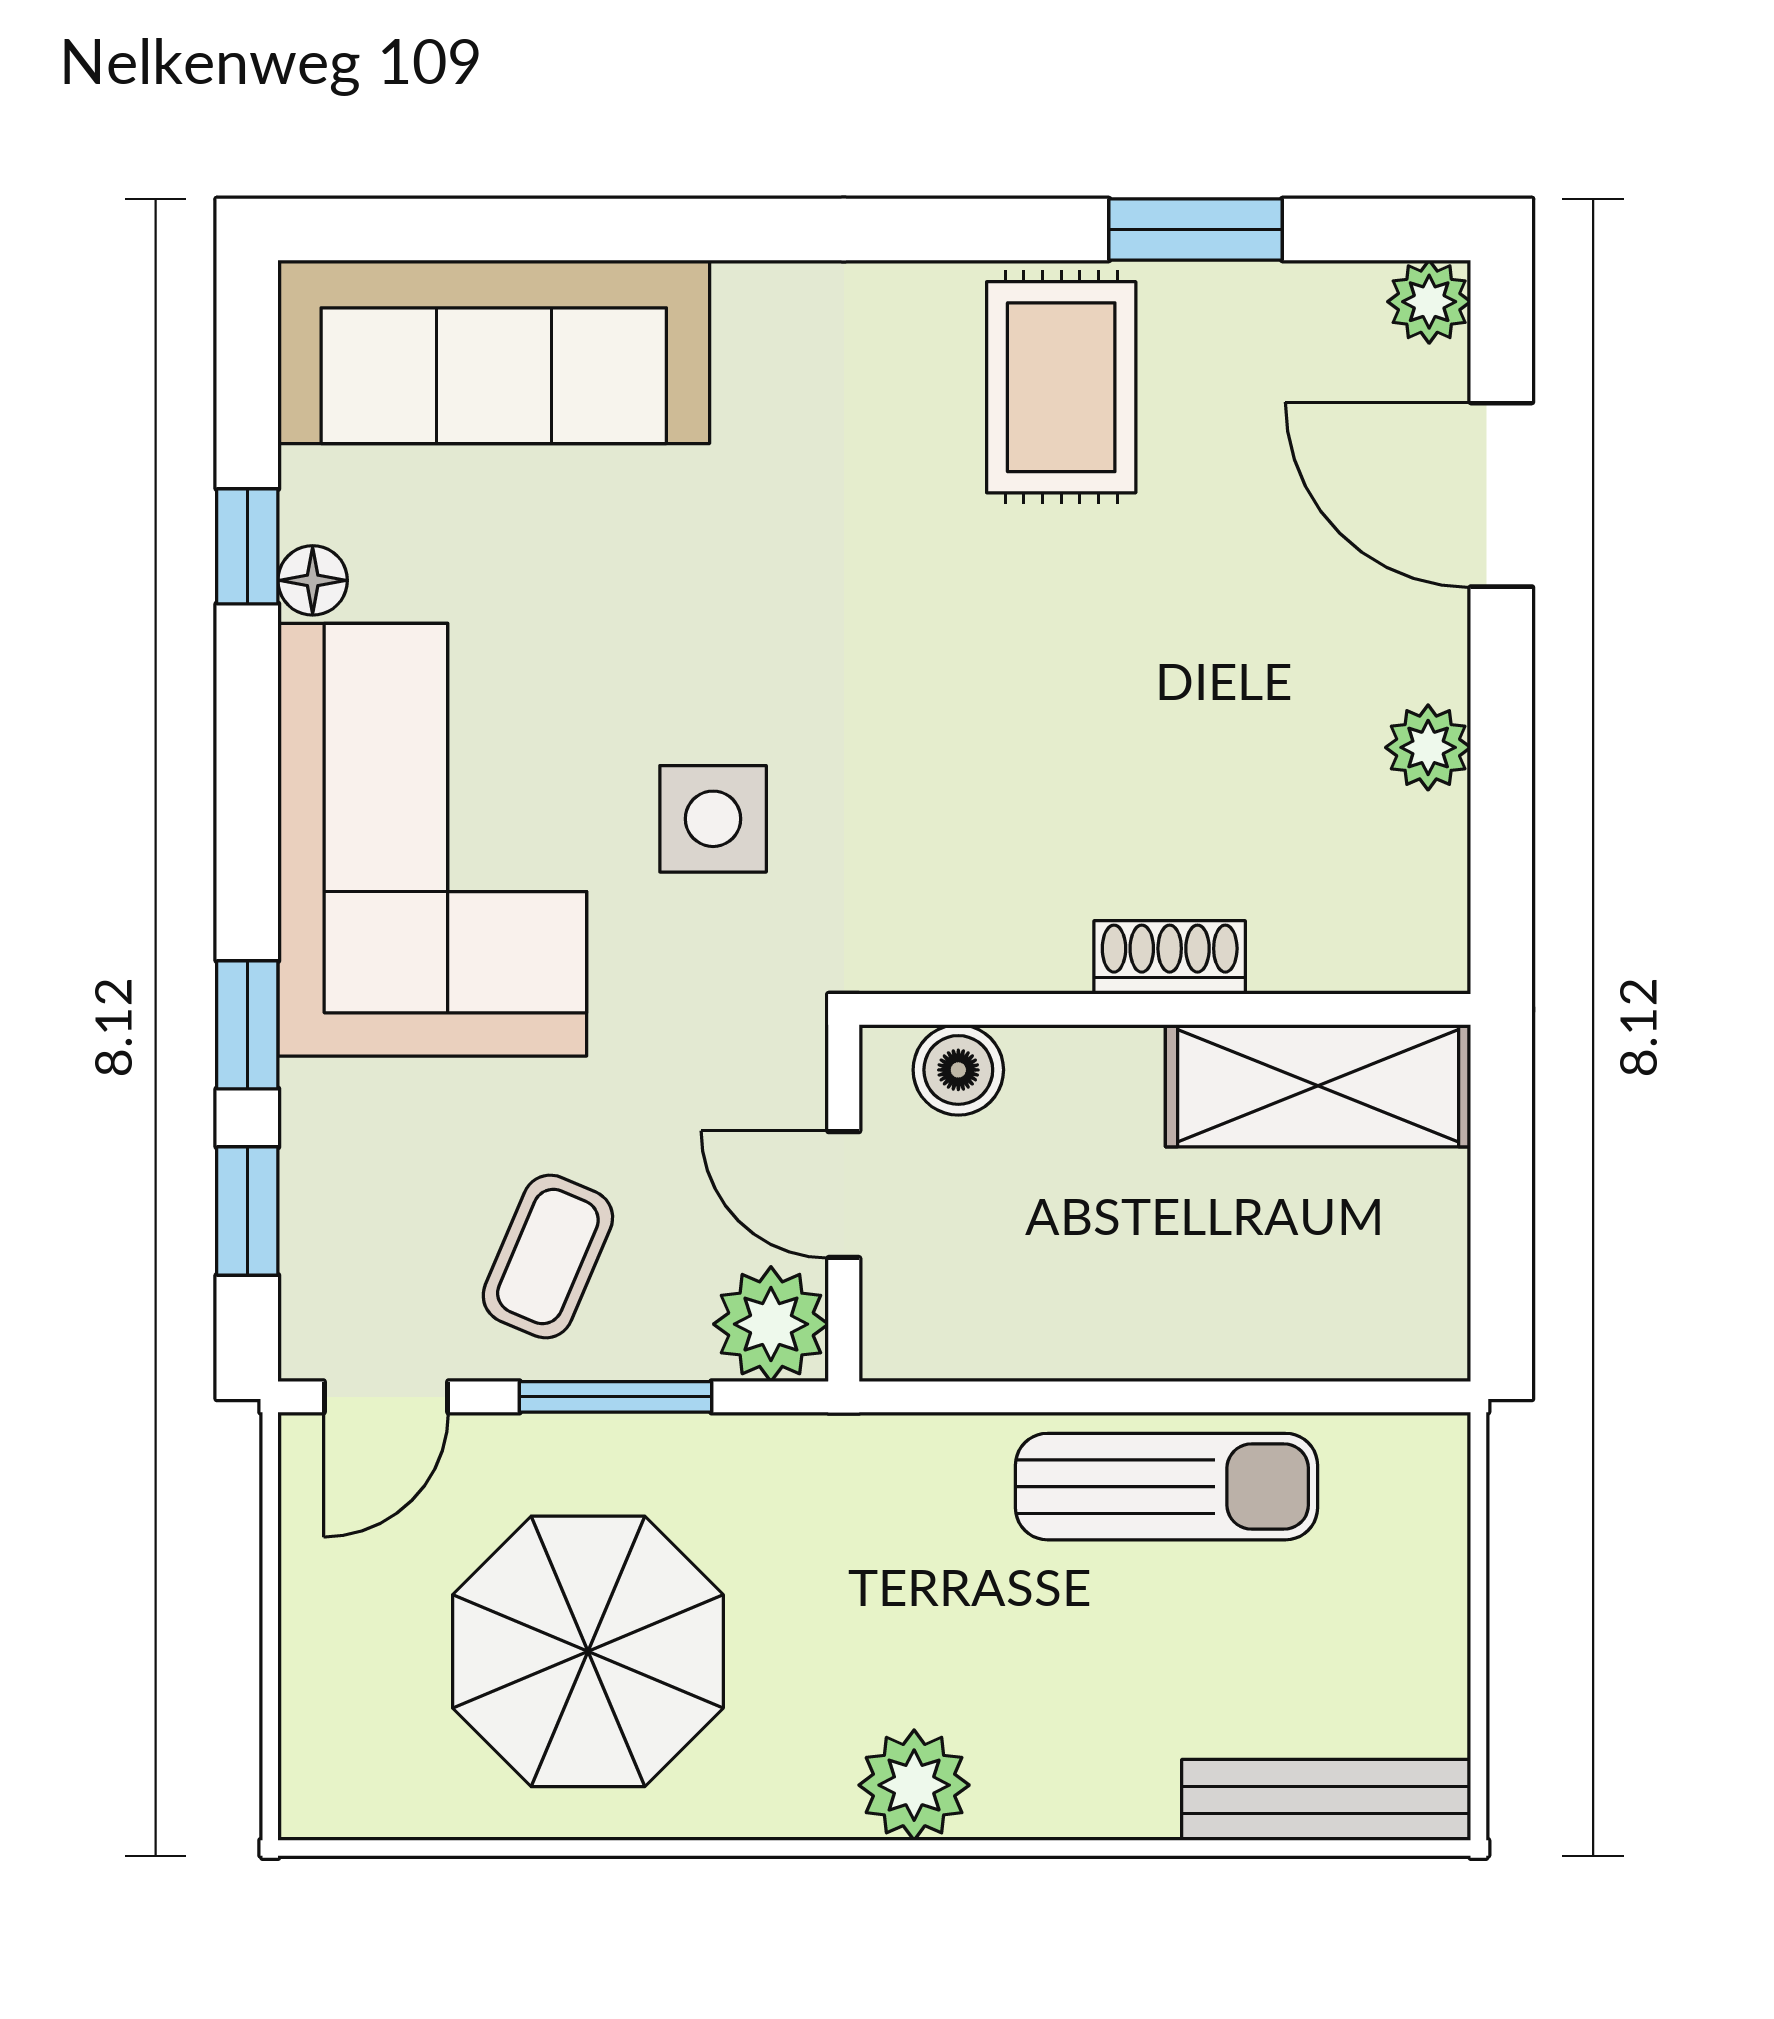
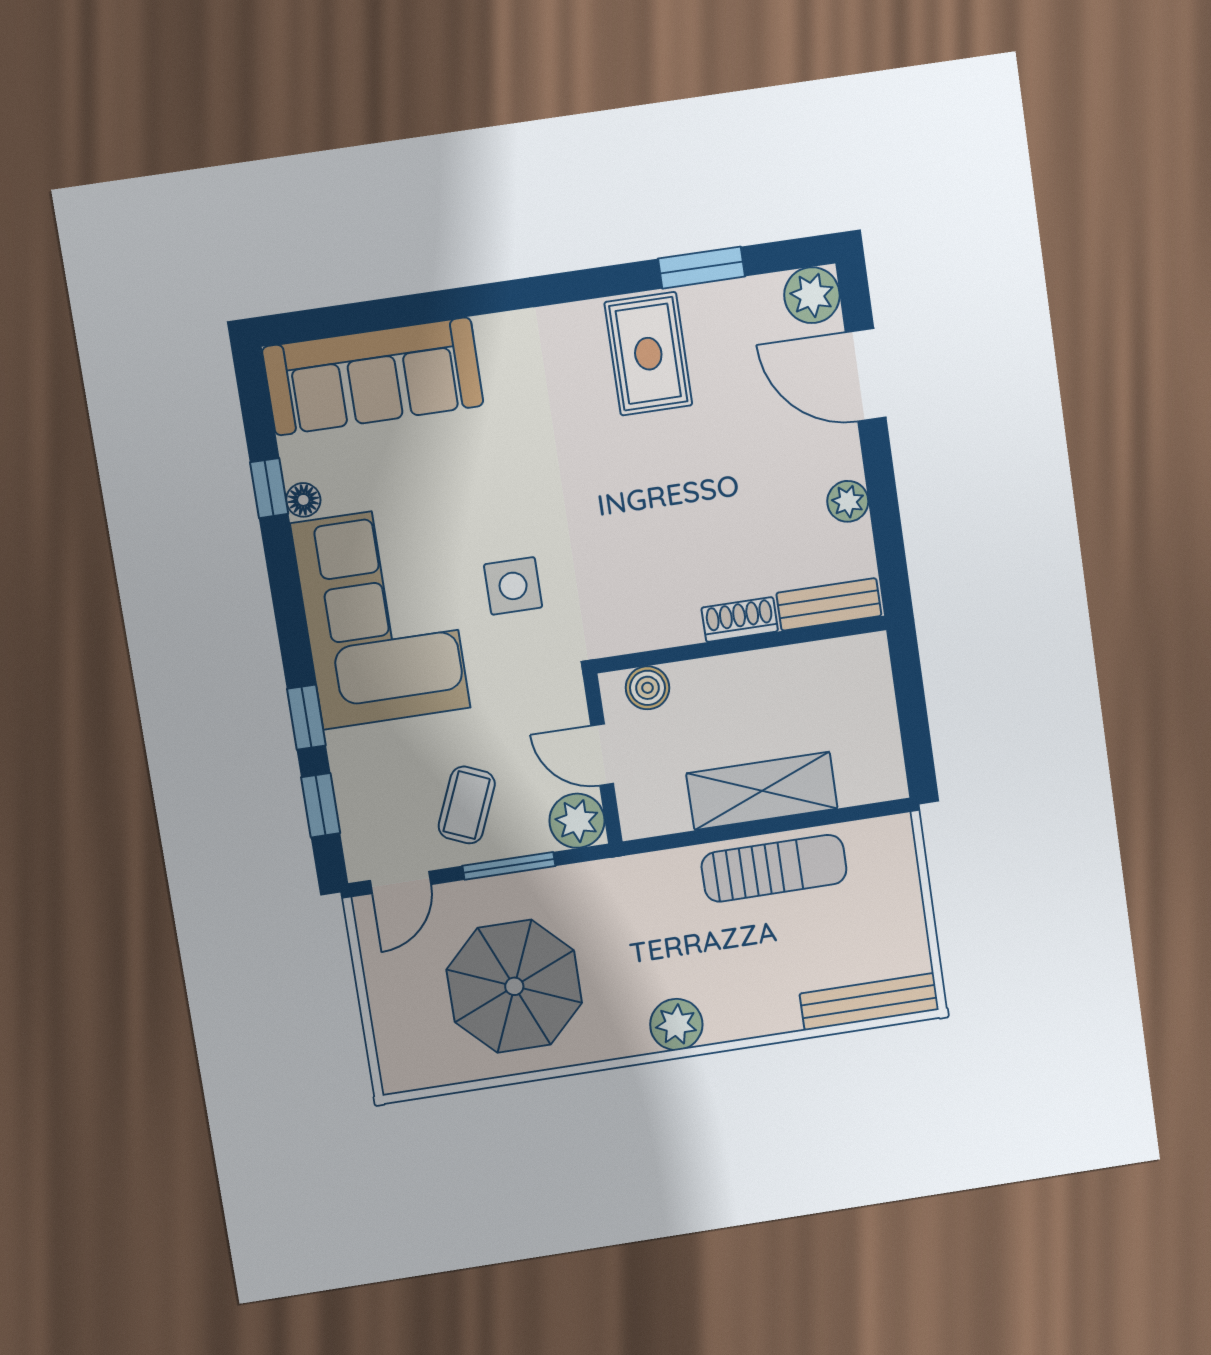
plant: (1429, 302) -> (812, 295), width x1.38, depth x1.38
bench: (1359, 954) -> (829, 604), added
shelving: (1318, 1086) -> (762, 791), moved

